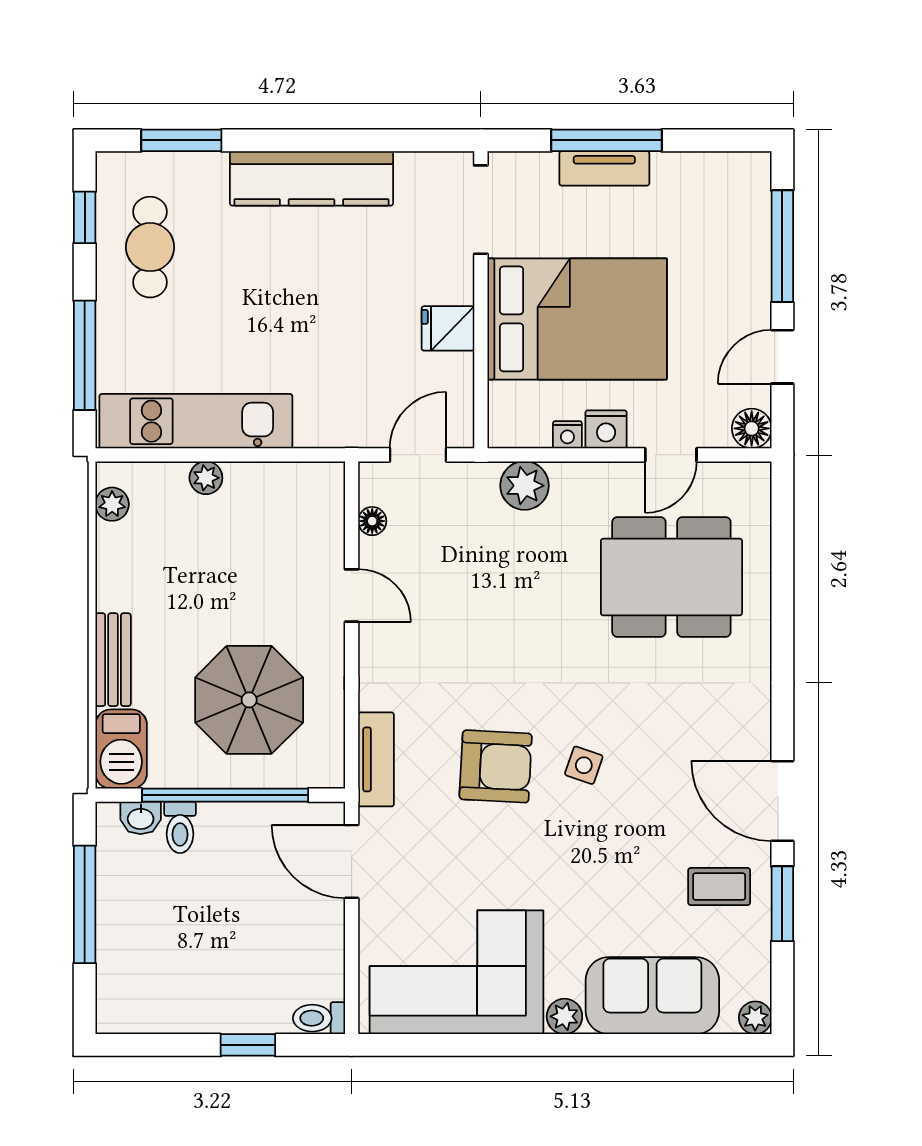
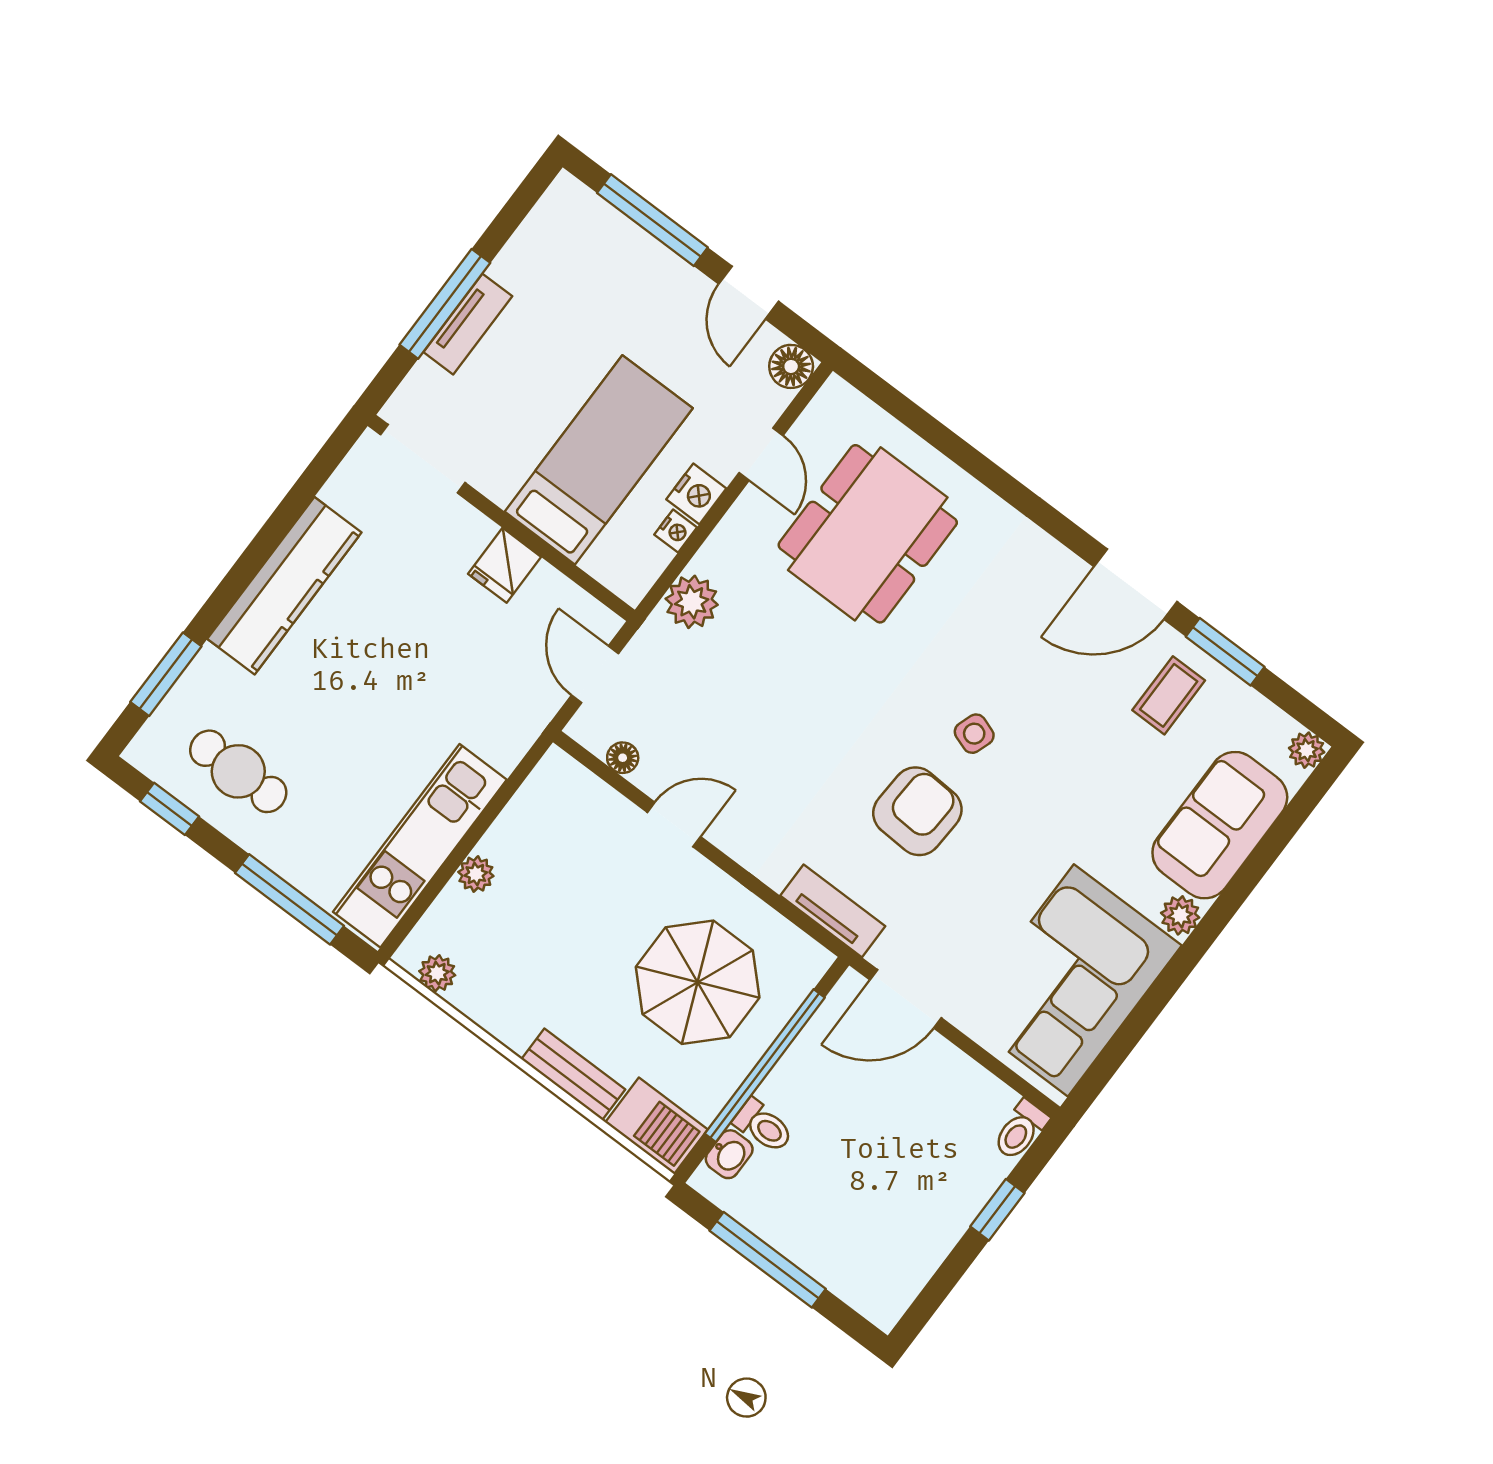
bed: (577, 319) -> (599, 460), width x0.67

